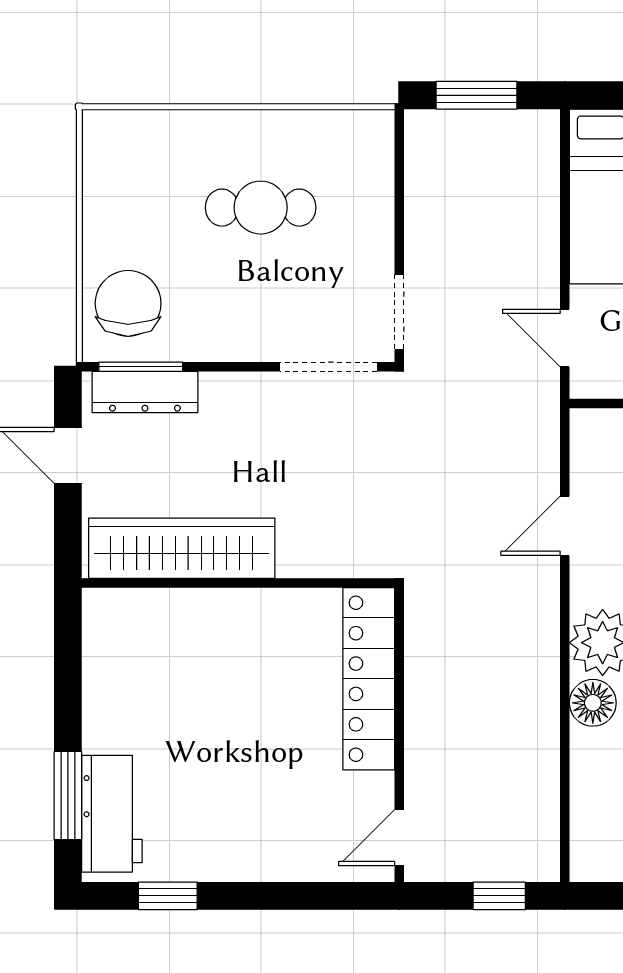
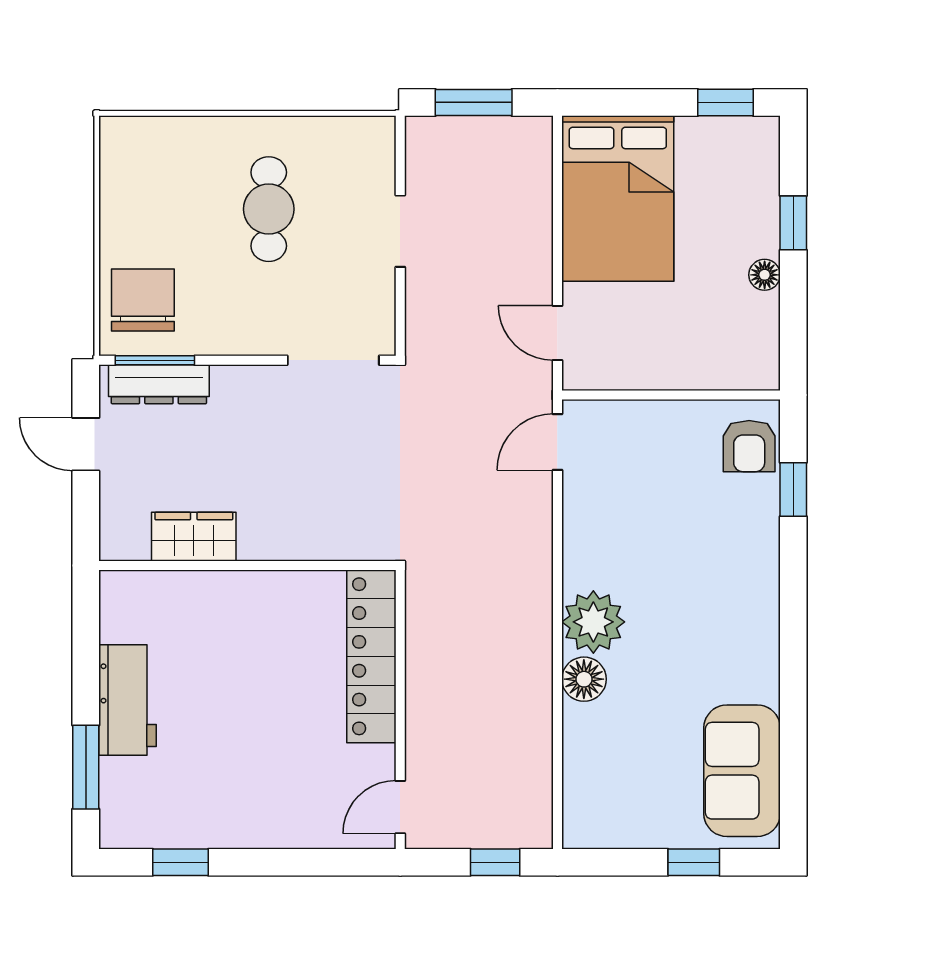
cafe table: (261, 208) -> (269, 209), turned 90
doorway: (399, 312) -> (400, 231), moved
door: (565, 526) -> (557, 442), moved
wardrobe: (182, 548) -> (194, 537), width x0.48, depth x0.85
workbench: (112, 814) -> (128, 700), moved

